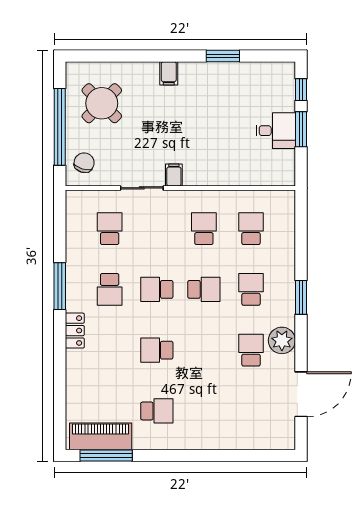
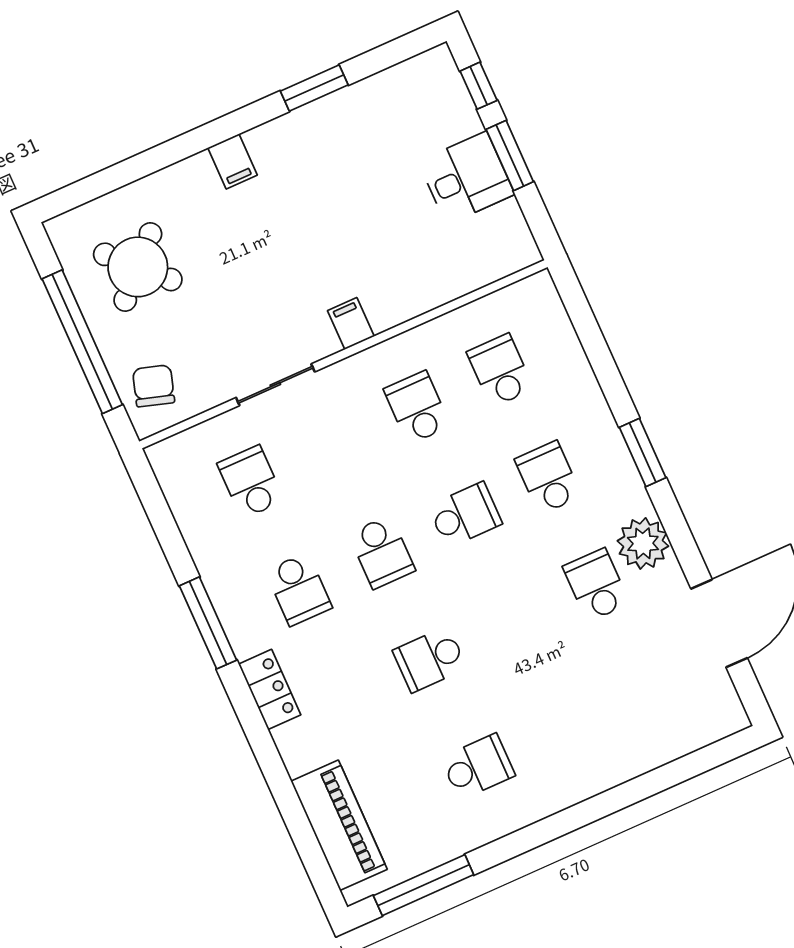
filing cabinet: (174, 175) -> (351, 323), moved
school desk: (157, 289) -> (382, 552), turned -90
piano: (101, 436) -> (339, 825), moved, turned 90

